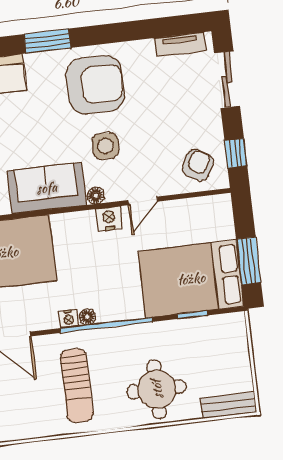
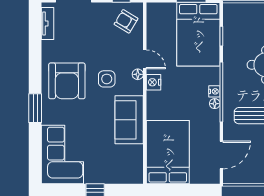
armchair: (95, 85) -> (67, 81), turned 180
floor lamp: (96, 196) -> (138, 74), moved
nightstand: (69, 319) -> (214, 91), moved

